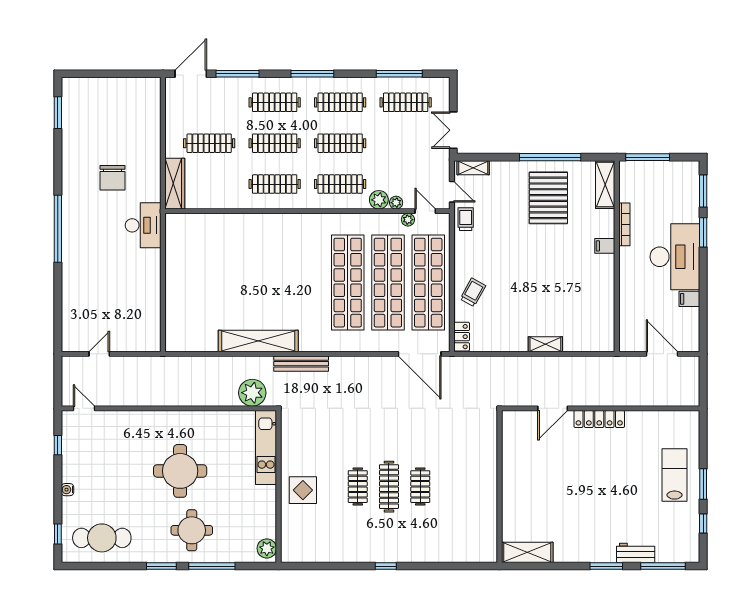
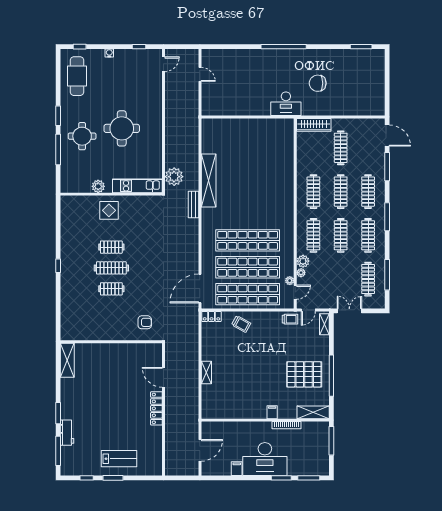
bench: (301, 364) -> (193, 204), width x0.73
armchair: (470, 437) -> (145, 322), added
plant: (267, 548) -> (98, 186), moved

